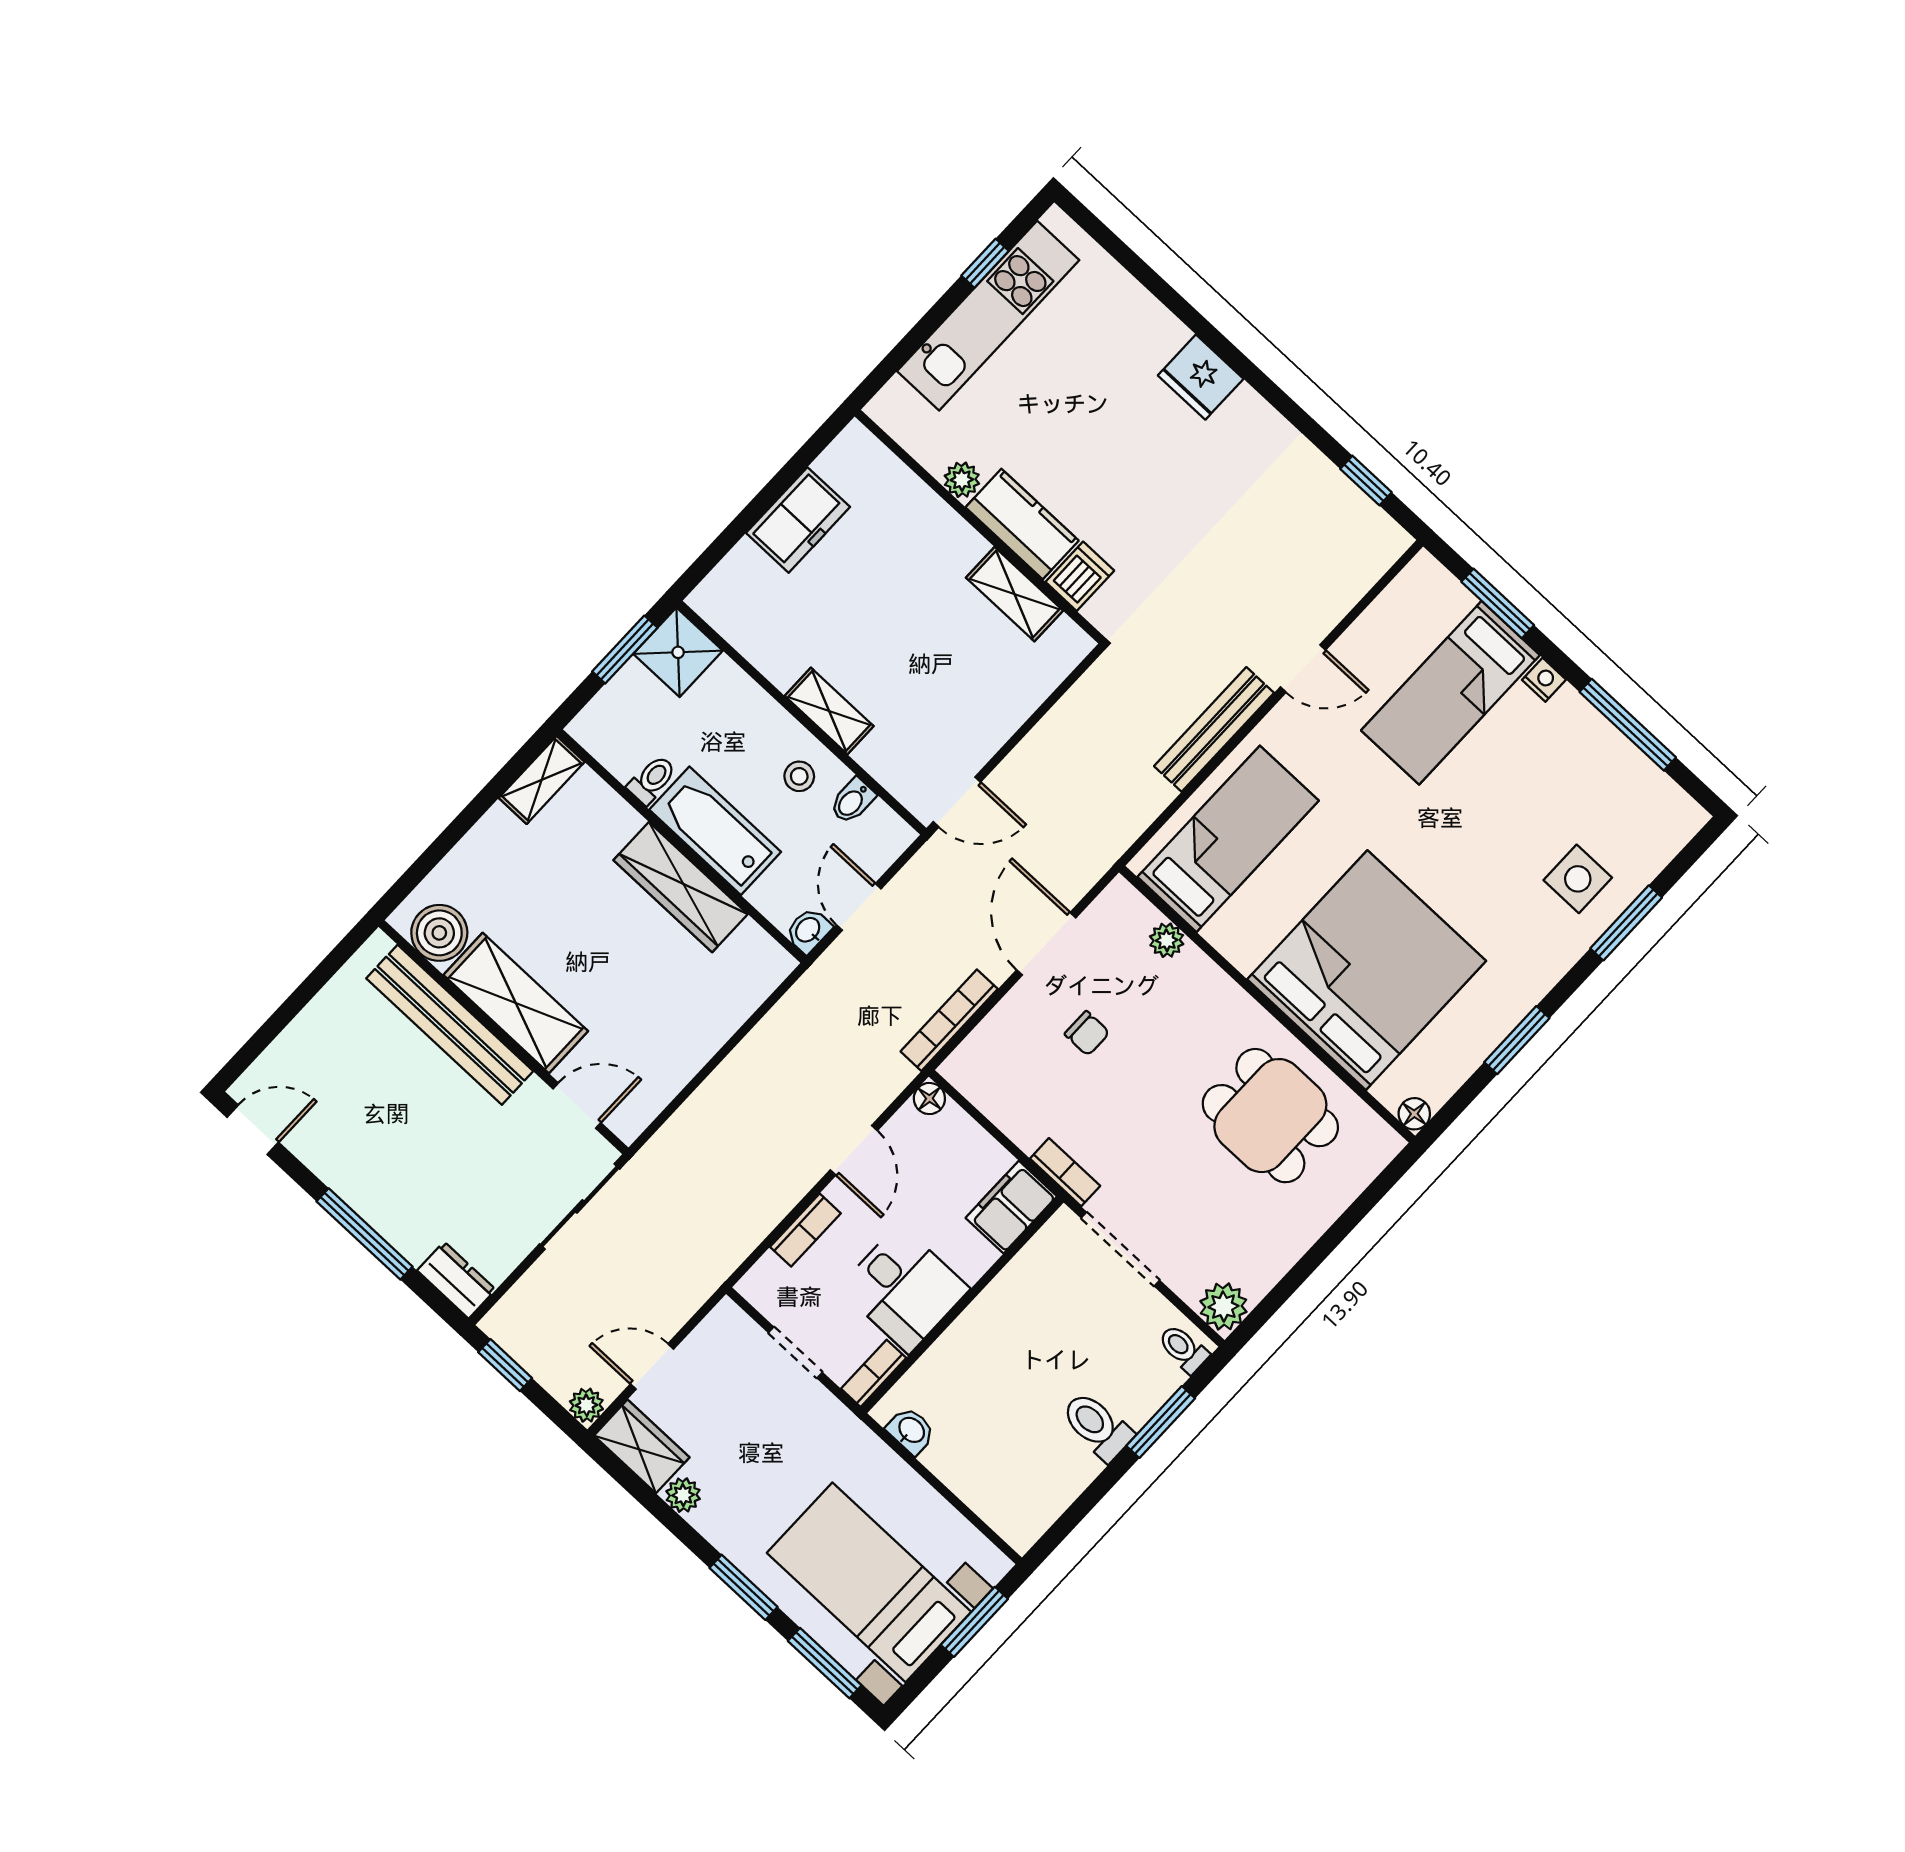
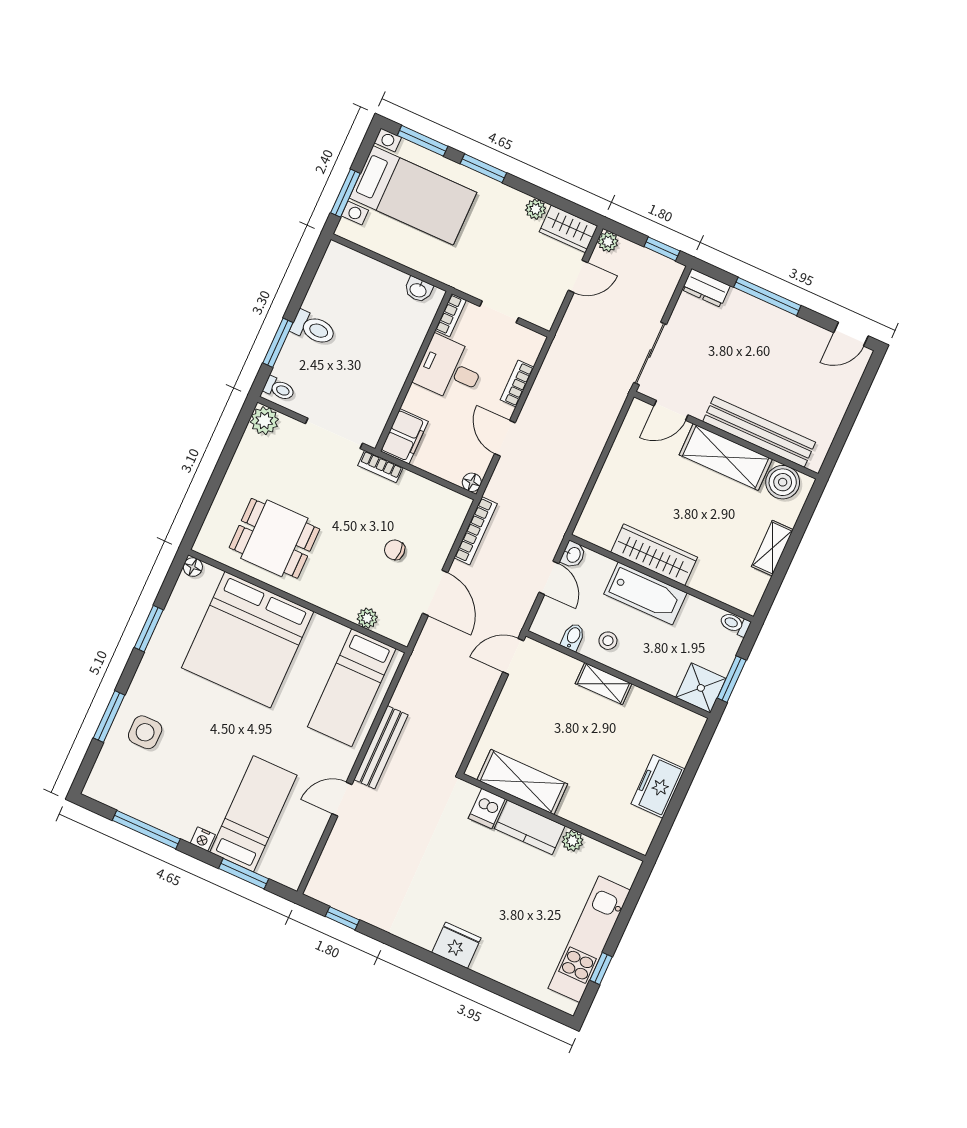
shelving: (1014, 594) -> (522, 782), width x1.50, depth x1.33
shelving: (542, 780) -> (772, 548), moved
toilet: (652, 780) -> (735, 624), moved, turned 90

